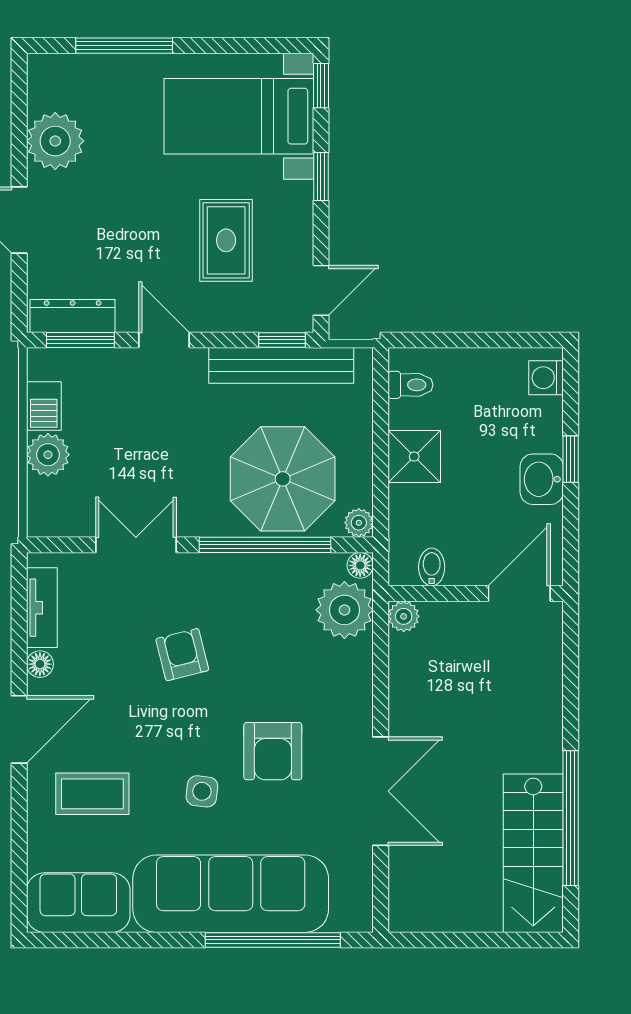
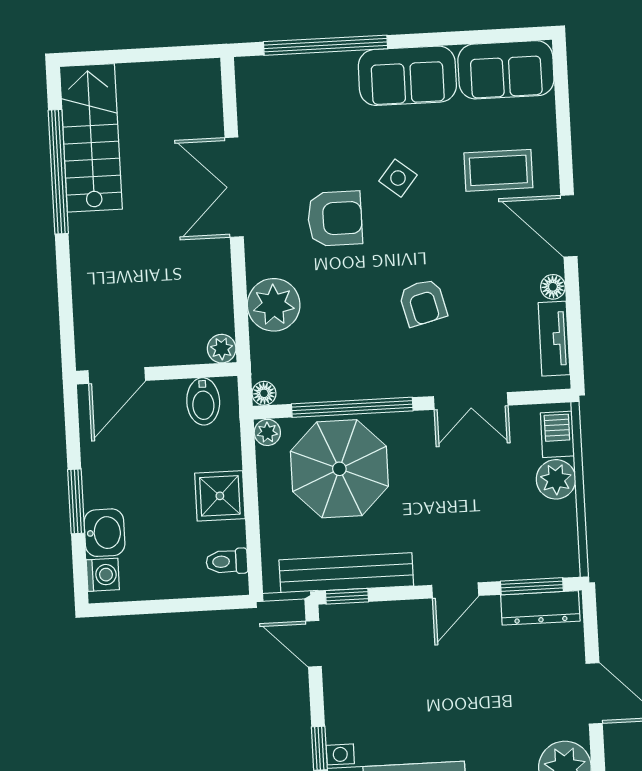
rug: (226, 240) -> (403, 685), removed
door: (321, 290) -> (314, 644), hinge flipped
door: (164, 340) -> (455, 590), hinge flipped
barbecue: (44, 406) -> (557, 434), moved
window: (571, 459) -> (76, 501), width x1.50
washbasin: (542, 479) -> (104, 533), moved
bidet: (432, 567) -> (203, 401), width x1.38, depth x1.36
plant: (344, 610) -> (274, 305), moved
door: (19, 729) -> (569, 226), hinge flipped
armchair: (273, 751) -> (335, 219), turned 90
side table: (202, 791) -> (398, 178), turned 32
sofa: (231, 894) -> (407, 76), width x0.54, depth x0.79

